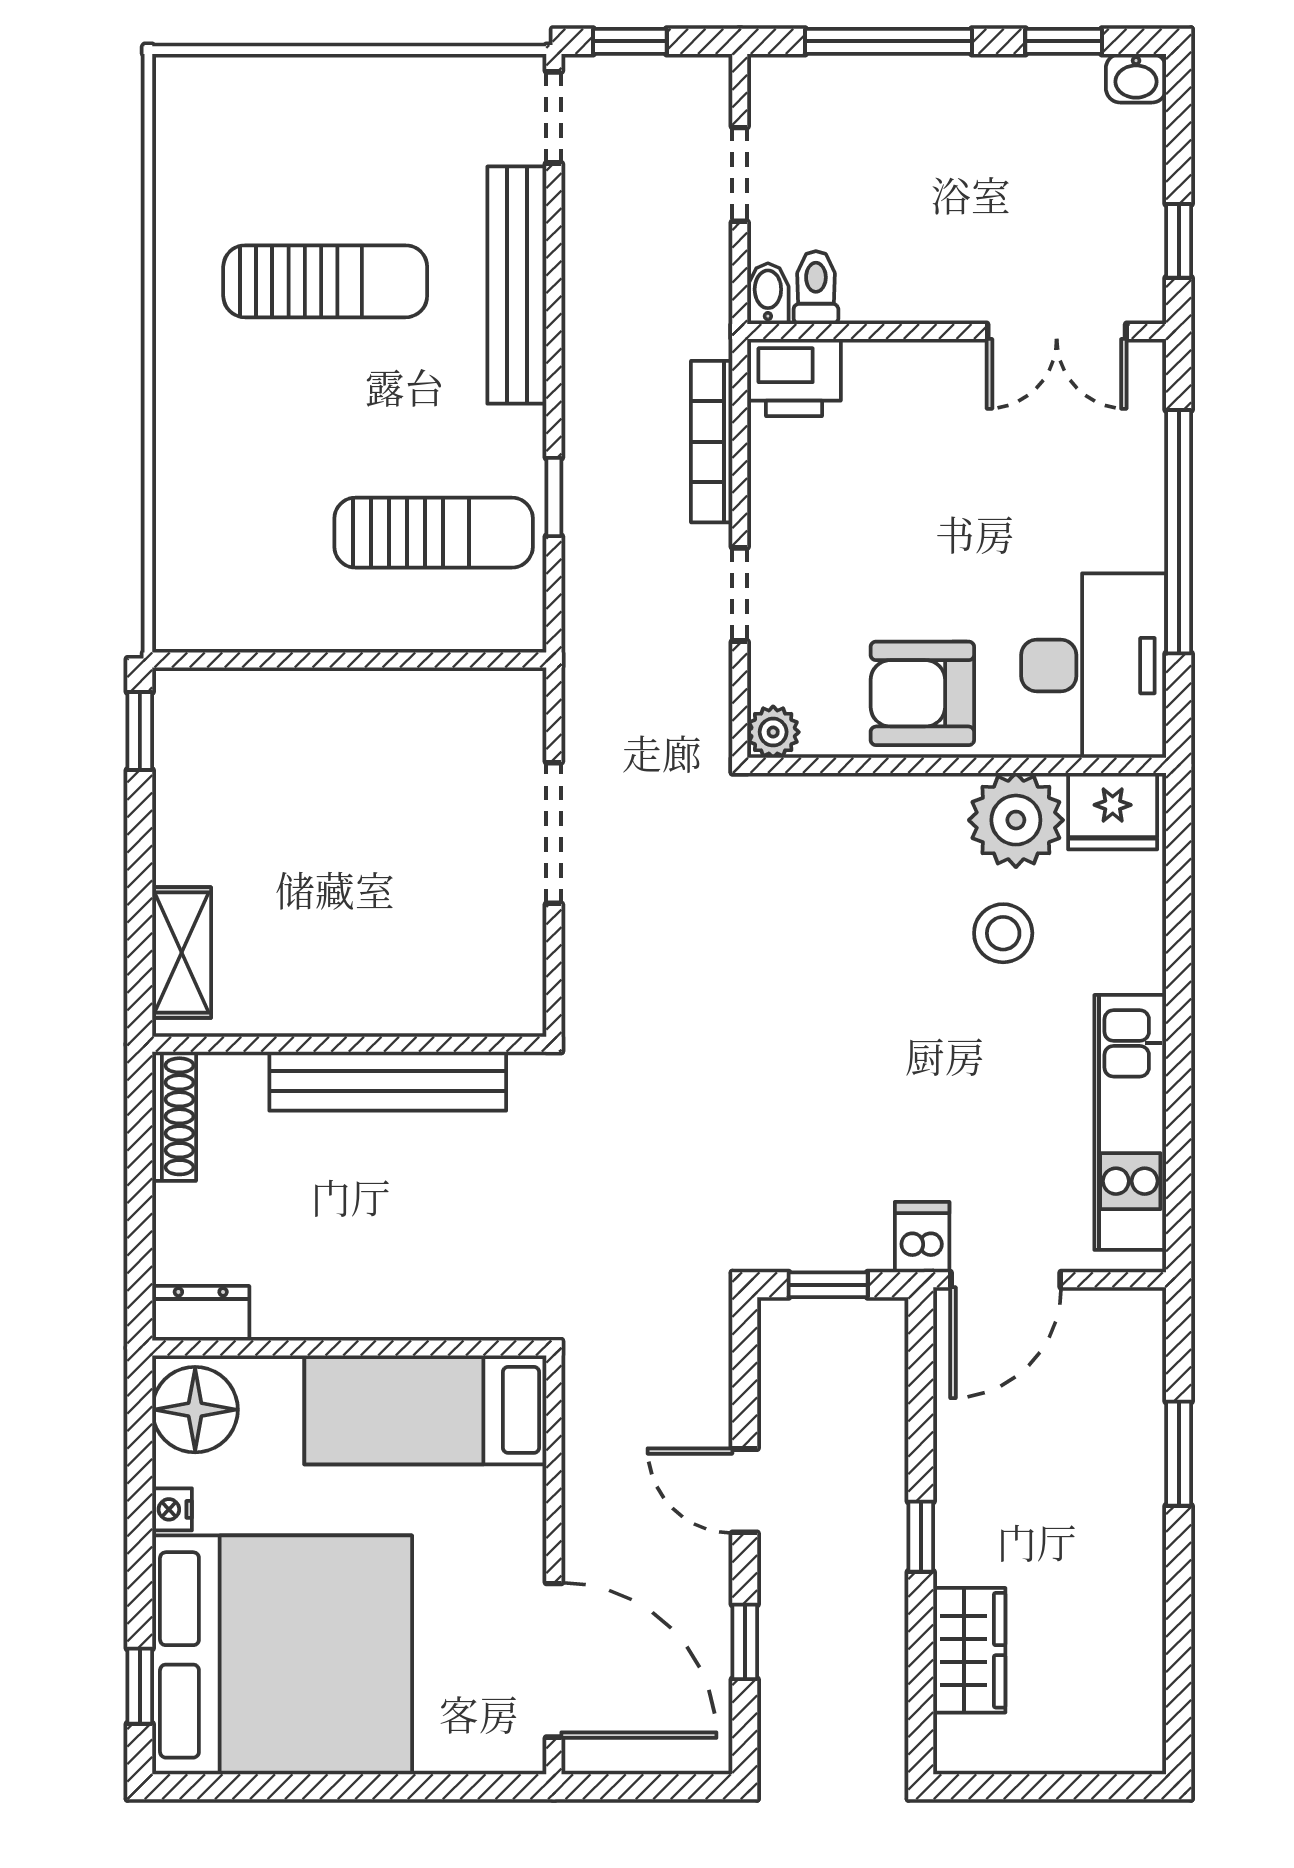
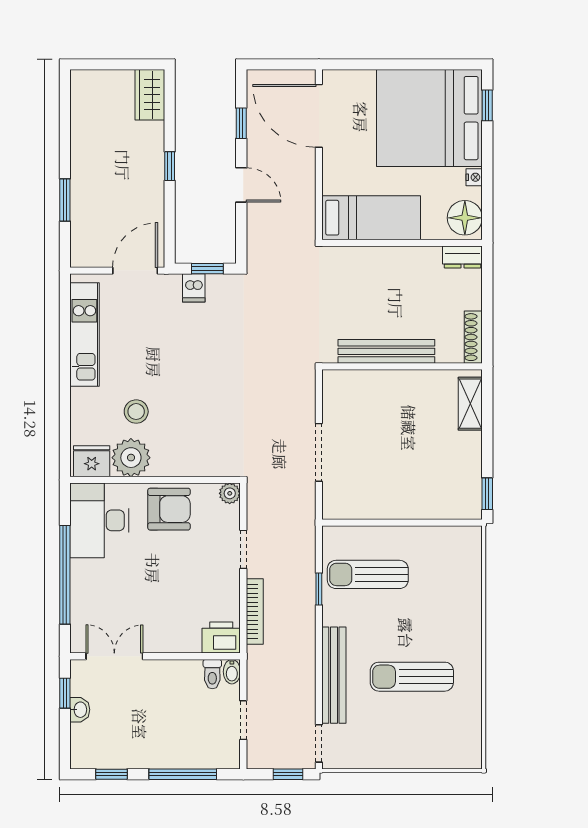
washbasin: (1136, 78) -> (80, 710), moved, turned 90
dishwasher: (922, 1237) -> (194, 288), moved
wardrobe: (969, 1650) -> (150, 95), moved

